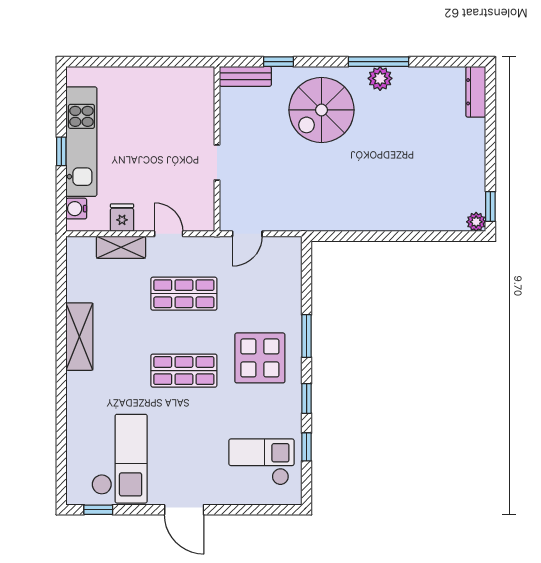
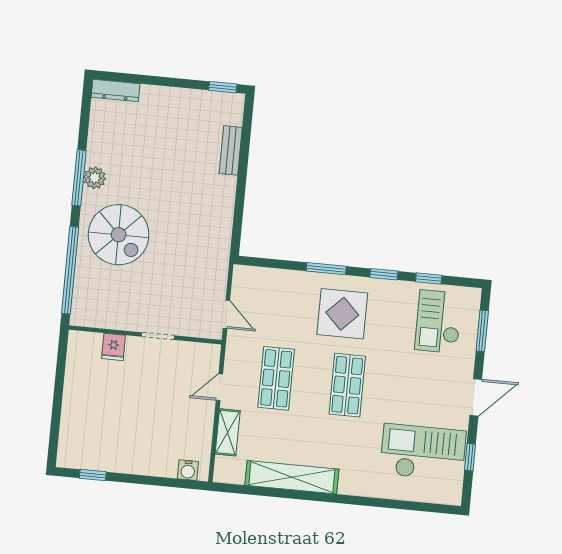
window: (278, 62) -> (70, 270), width x3.17
bench: (245, 76) -> (231, 150), moved
kitchen unit: (81, 142) -> (126, 459), removed
window: (61, 151) -> (93, 475), moved
fridge: (122, 218) -> (114, 347), moved, turned -90
plant: (476, 222) -> (236, 102), removed
shelving: (79, 337) -> (292, 477), width x1.47
window: (98, 510) -> (470, 457), moved
window: (256, 510) -> (482, 331), added

